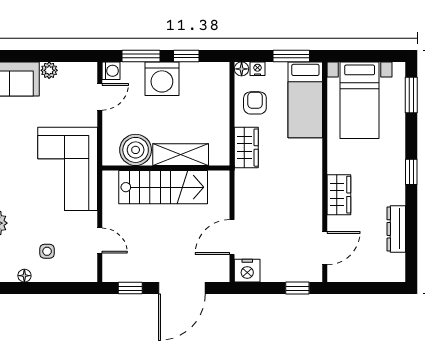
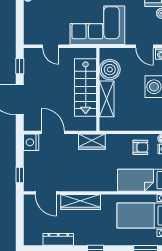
wardrobe: (246, 148) -> (92, 142), moved
wardrobe: (339, 195) -> (81, 202), width x1.50
door: (100, 240) -> (51, 46), hinge flipped
side table: (47, 251) -> (44, 12), removed

